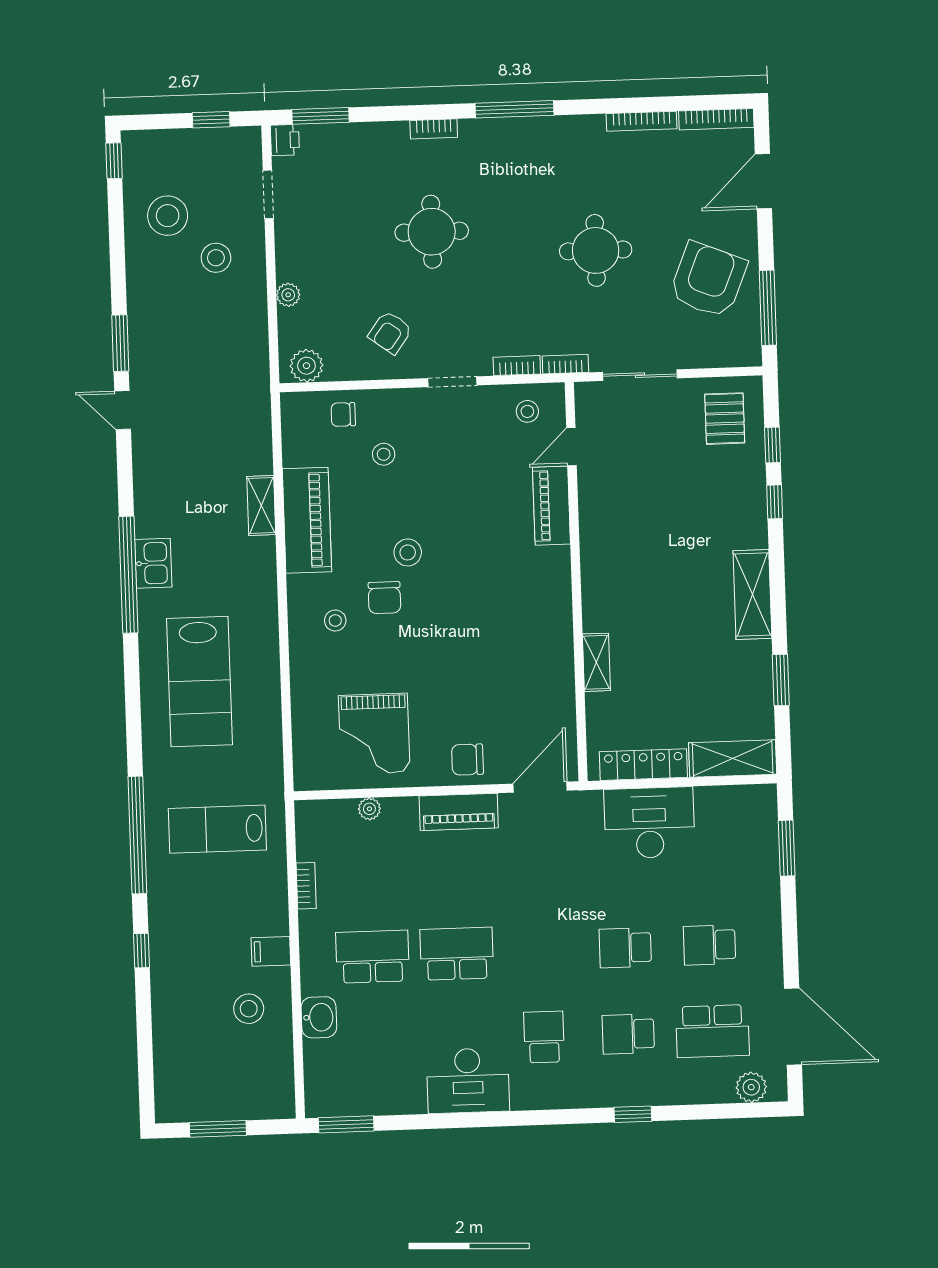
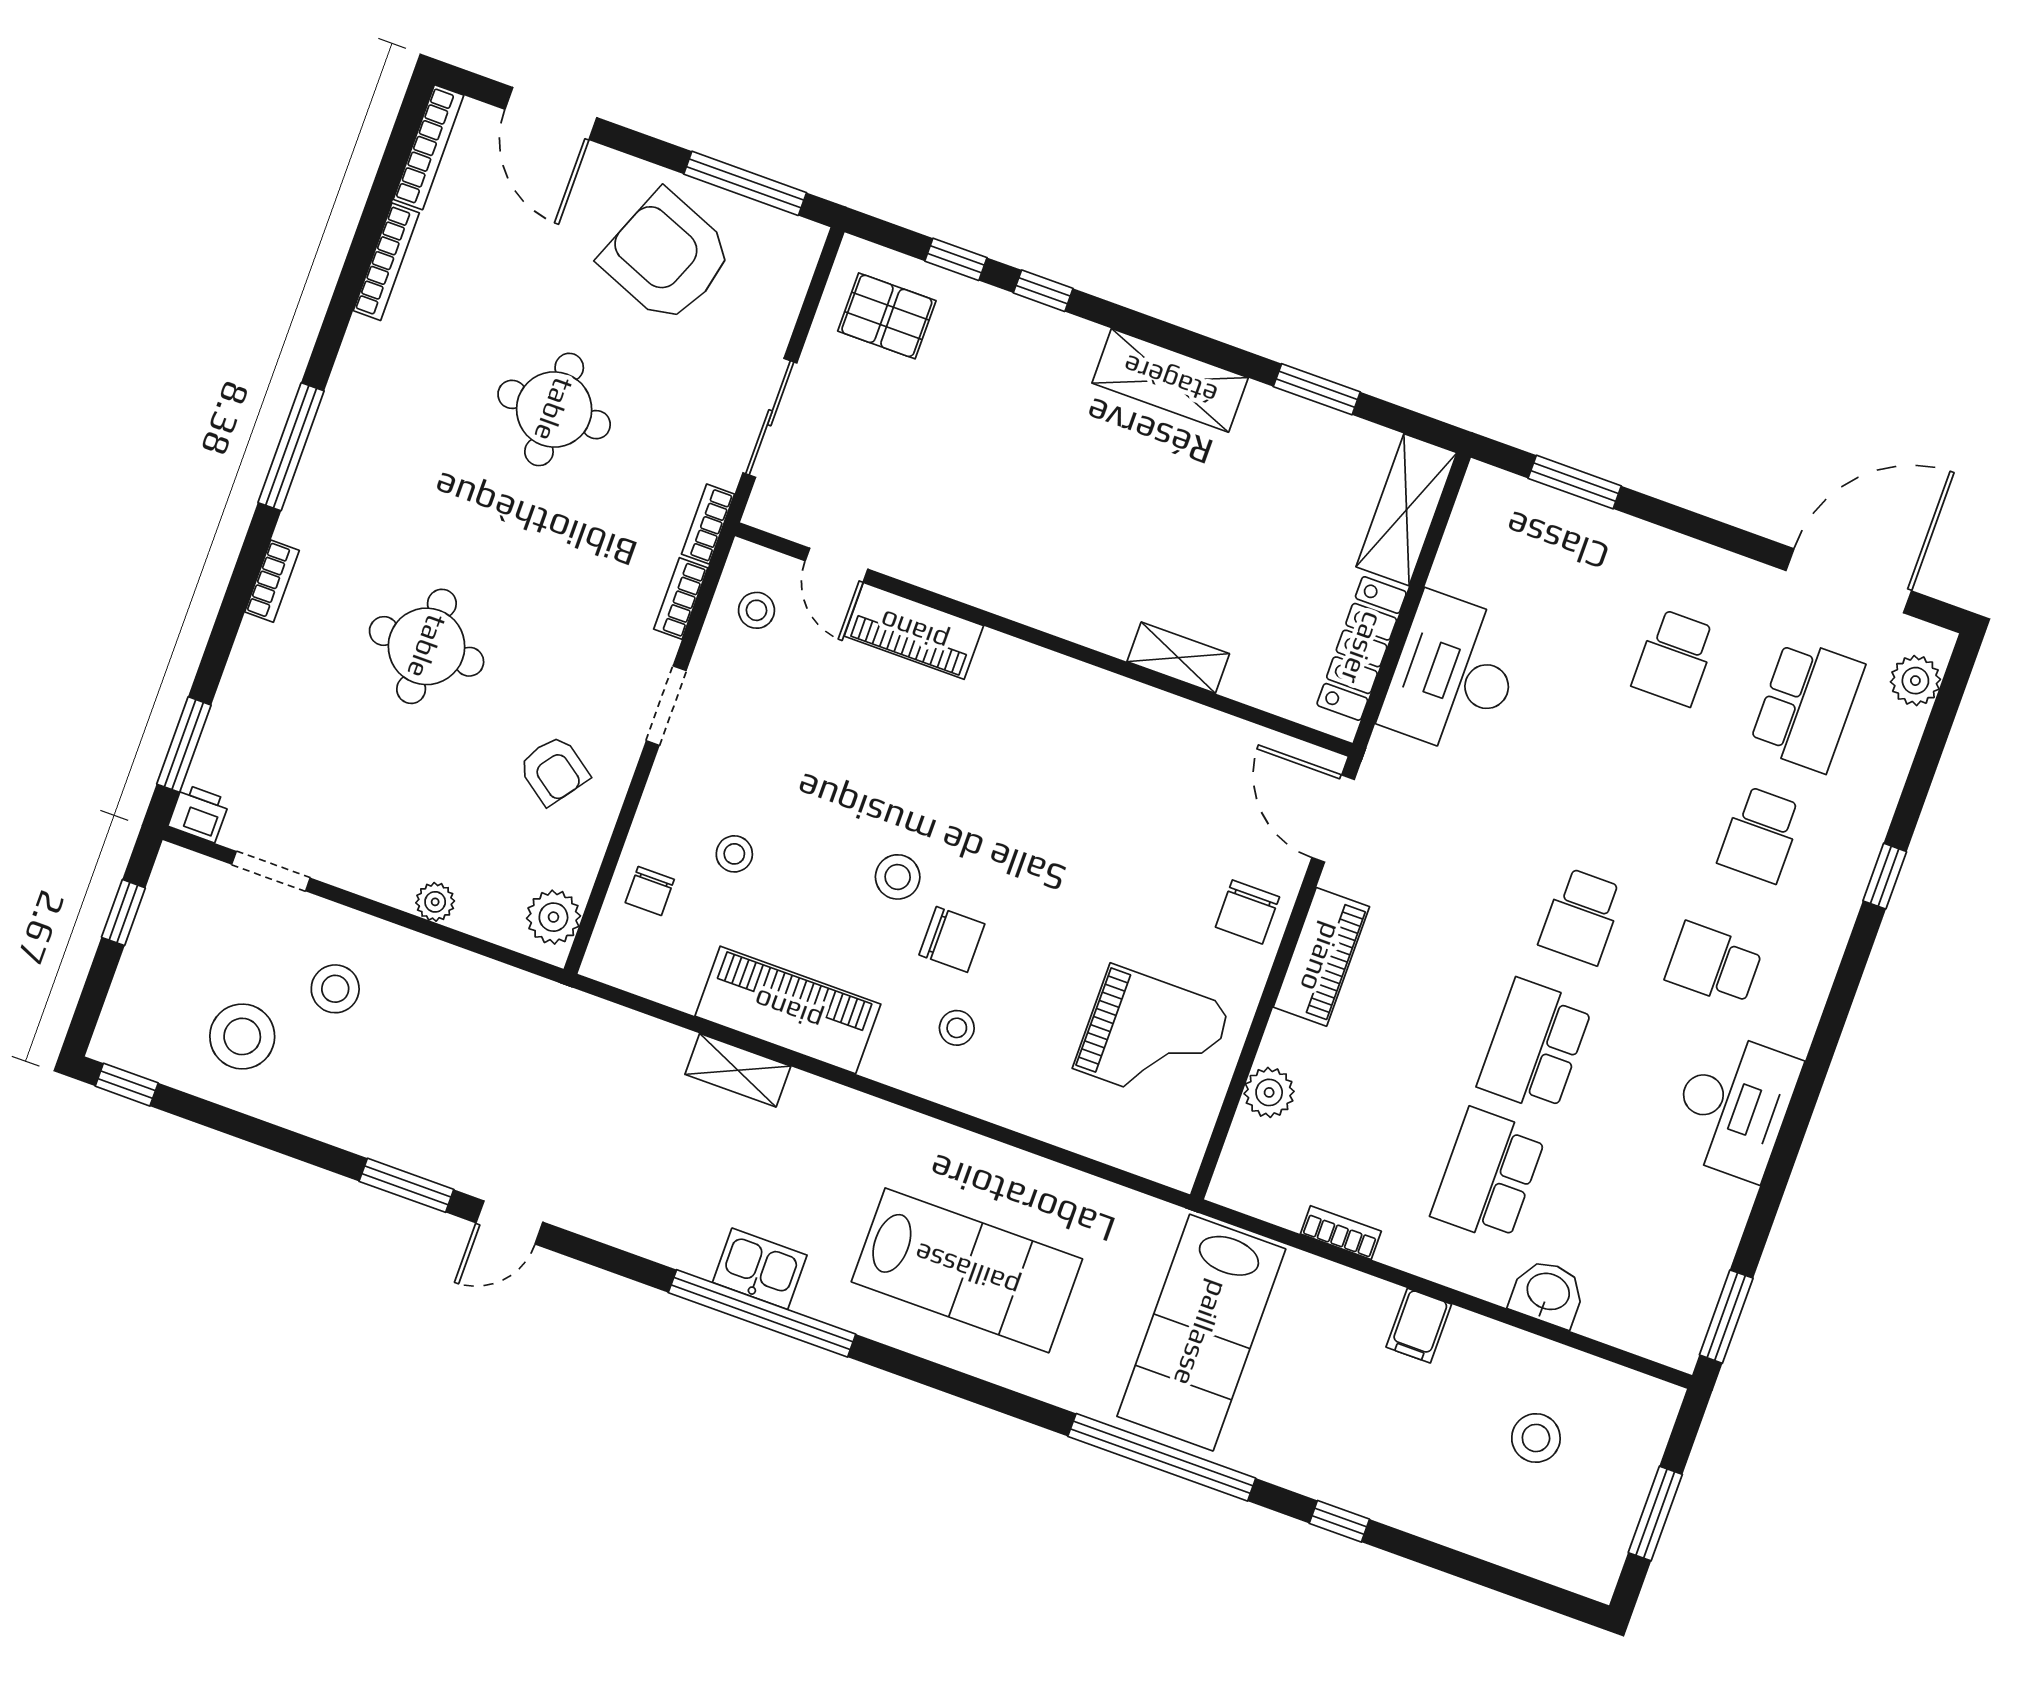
plant: (369, 809) -> (1269, 1092), width x1.38, depth x1.38
lab bench: (217, 829) -> (1201, 1333), width x1.36, depth x1.39
school desk: (625, 948) -> (1581, 916), moved
stool: (249, 1009) -> (1536, 1438), moved

